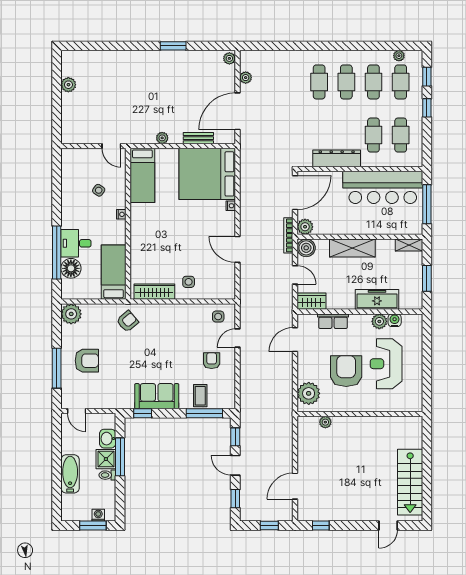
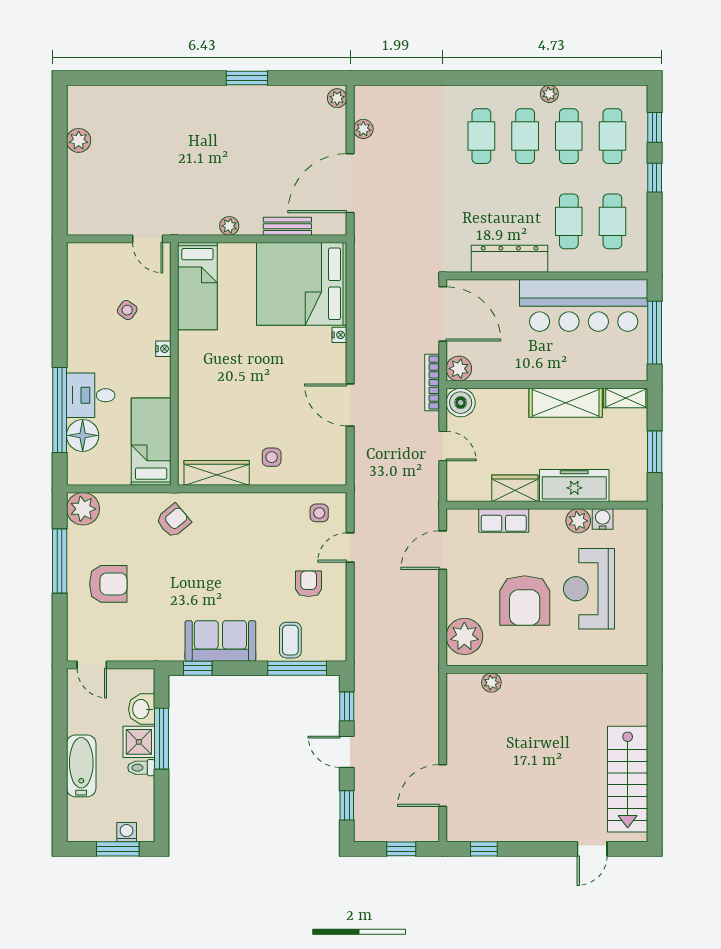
plant: (399, 56) -> (549, 94), moved
door: (295, 193) -> (443, 314), hinge flipped
shelving: (352, 248) -> (566, 403), moved
wardrobe: (312, 301) -> (515, 488), moved
window: (57, 368) -> (60, 561), moved
armchair: (346, 371) -> (525, 601), turned 180

